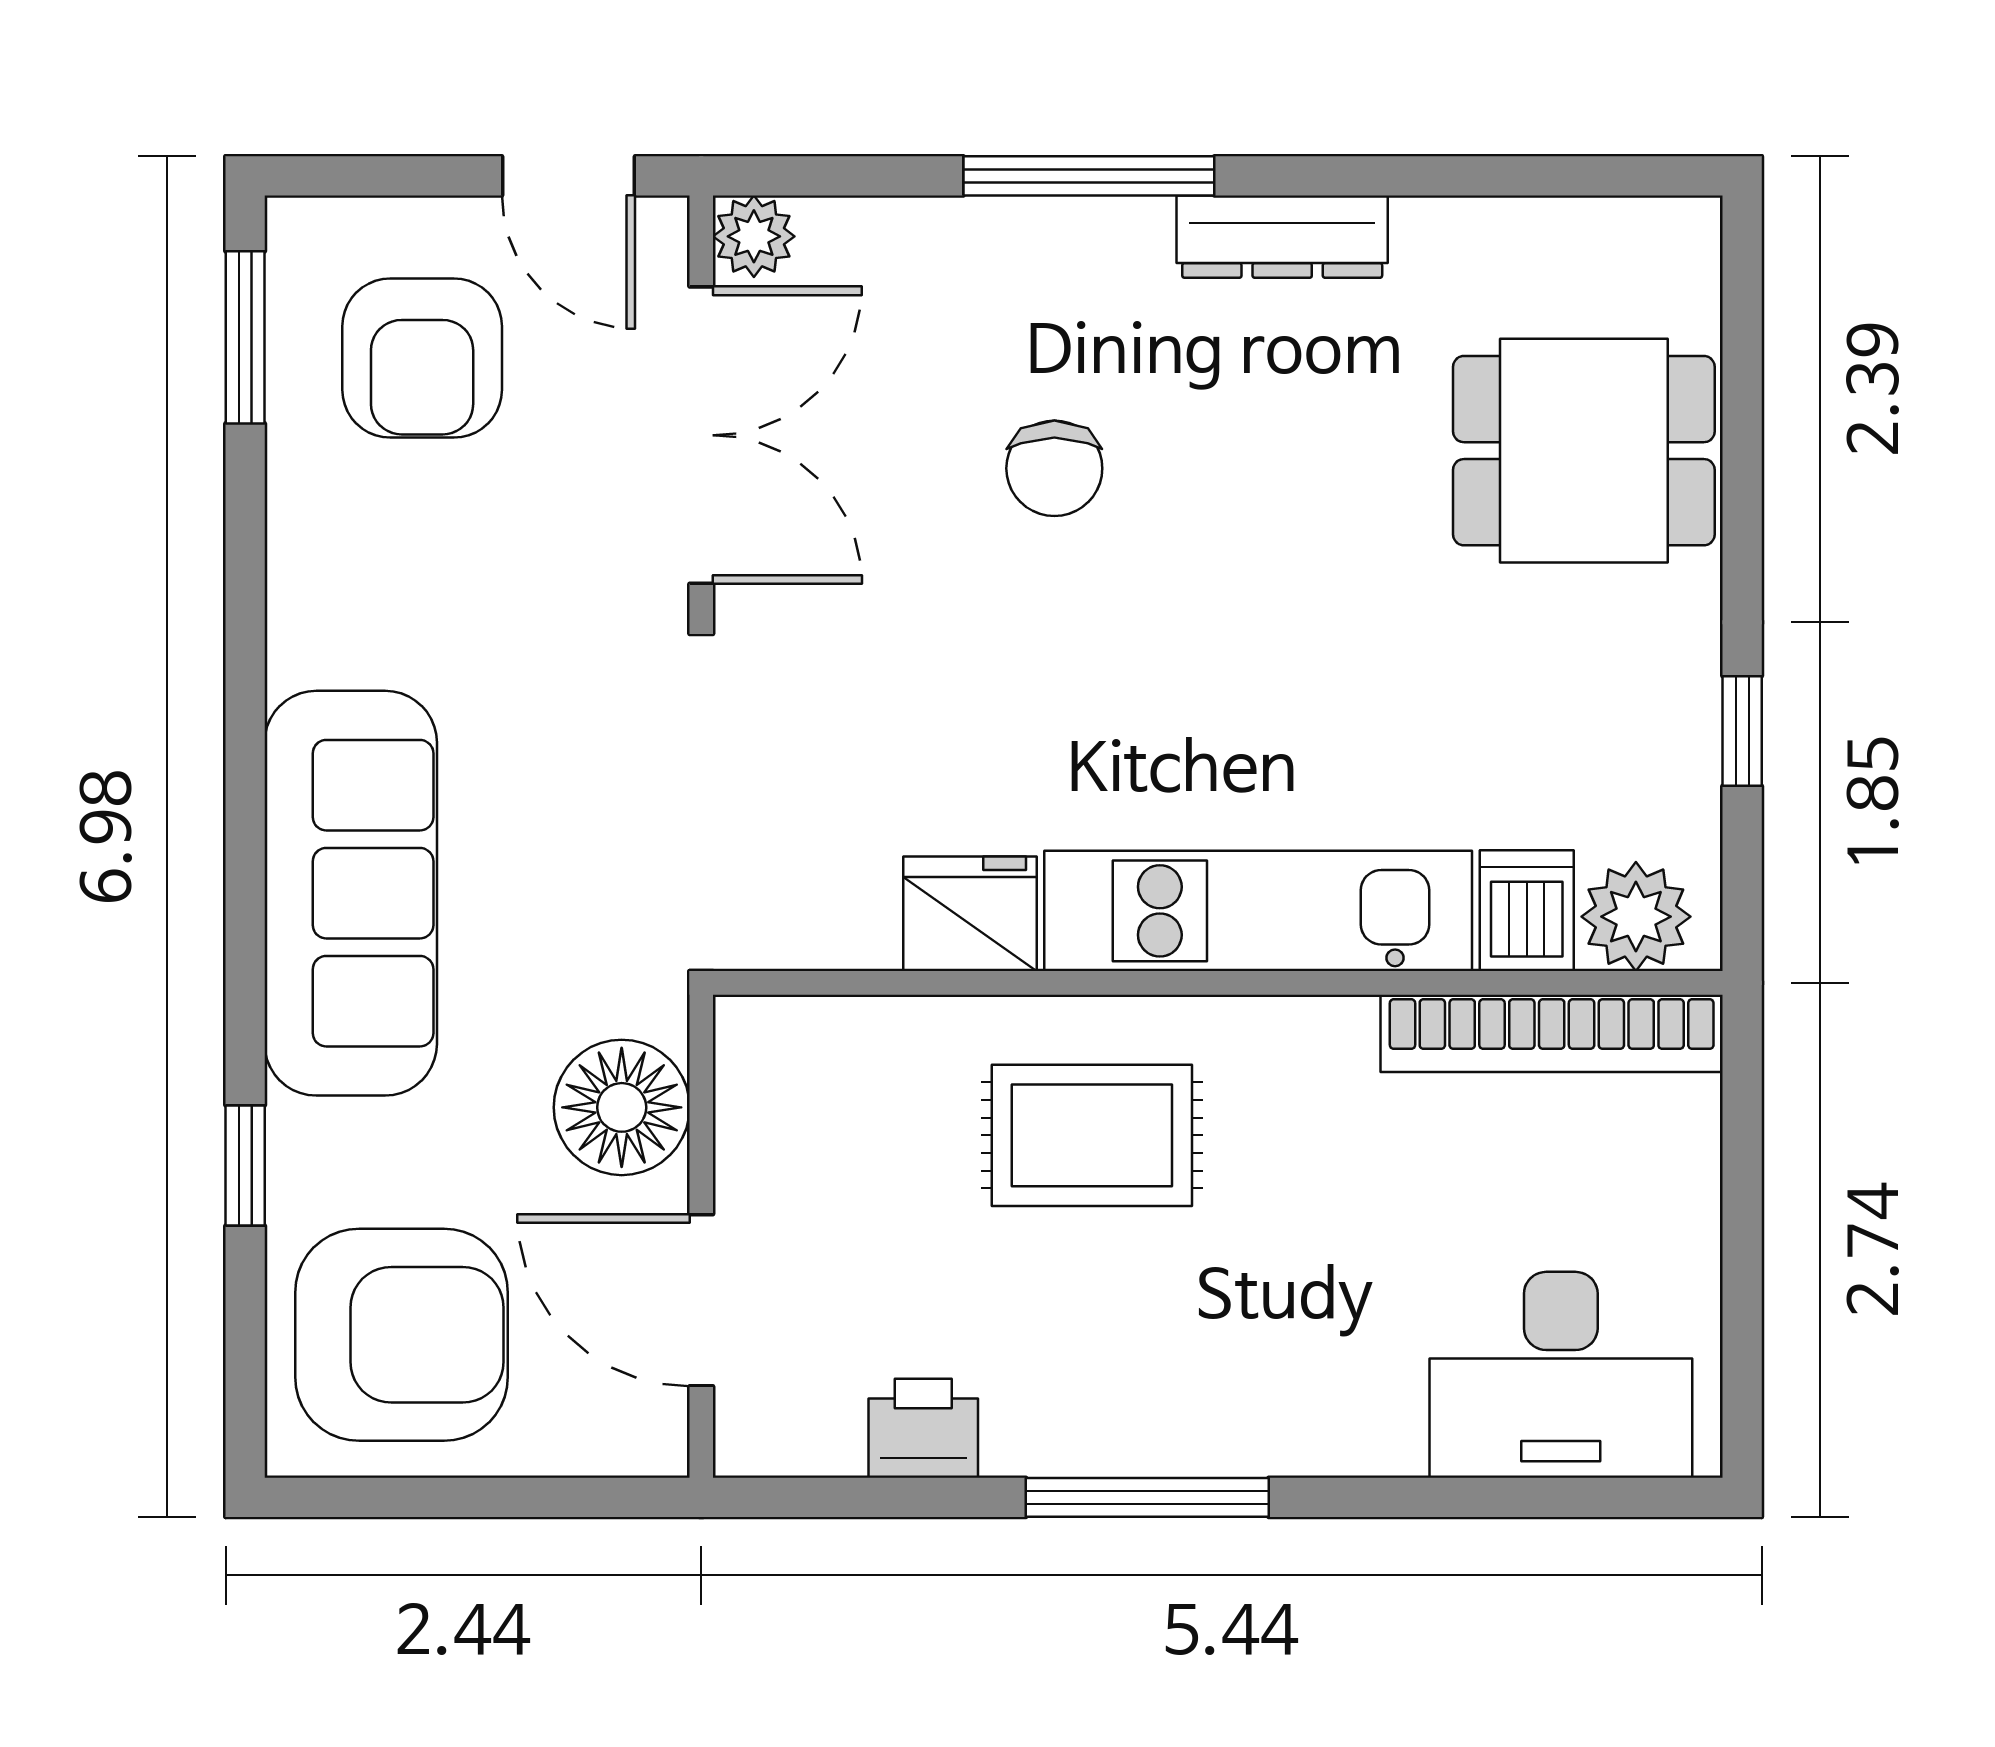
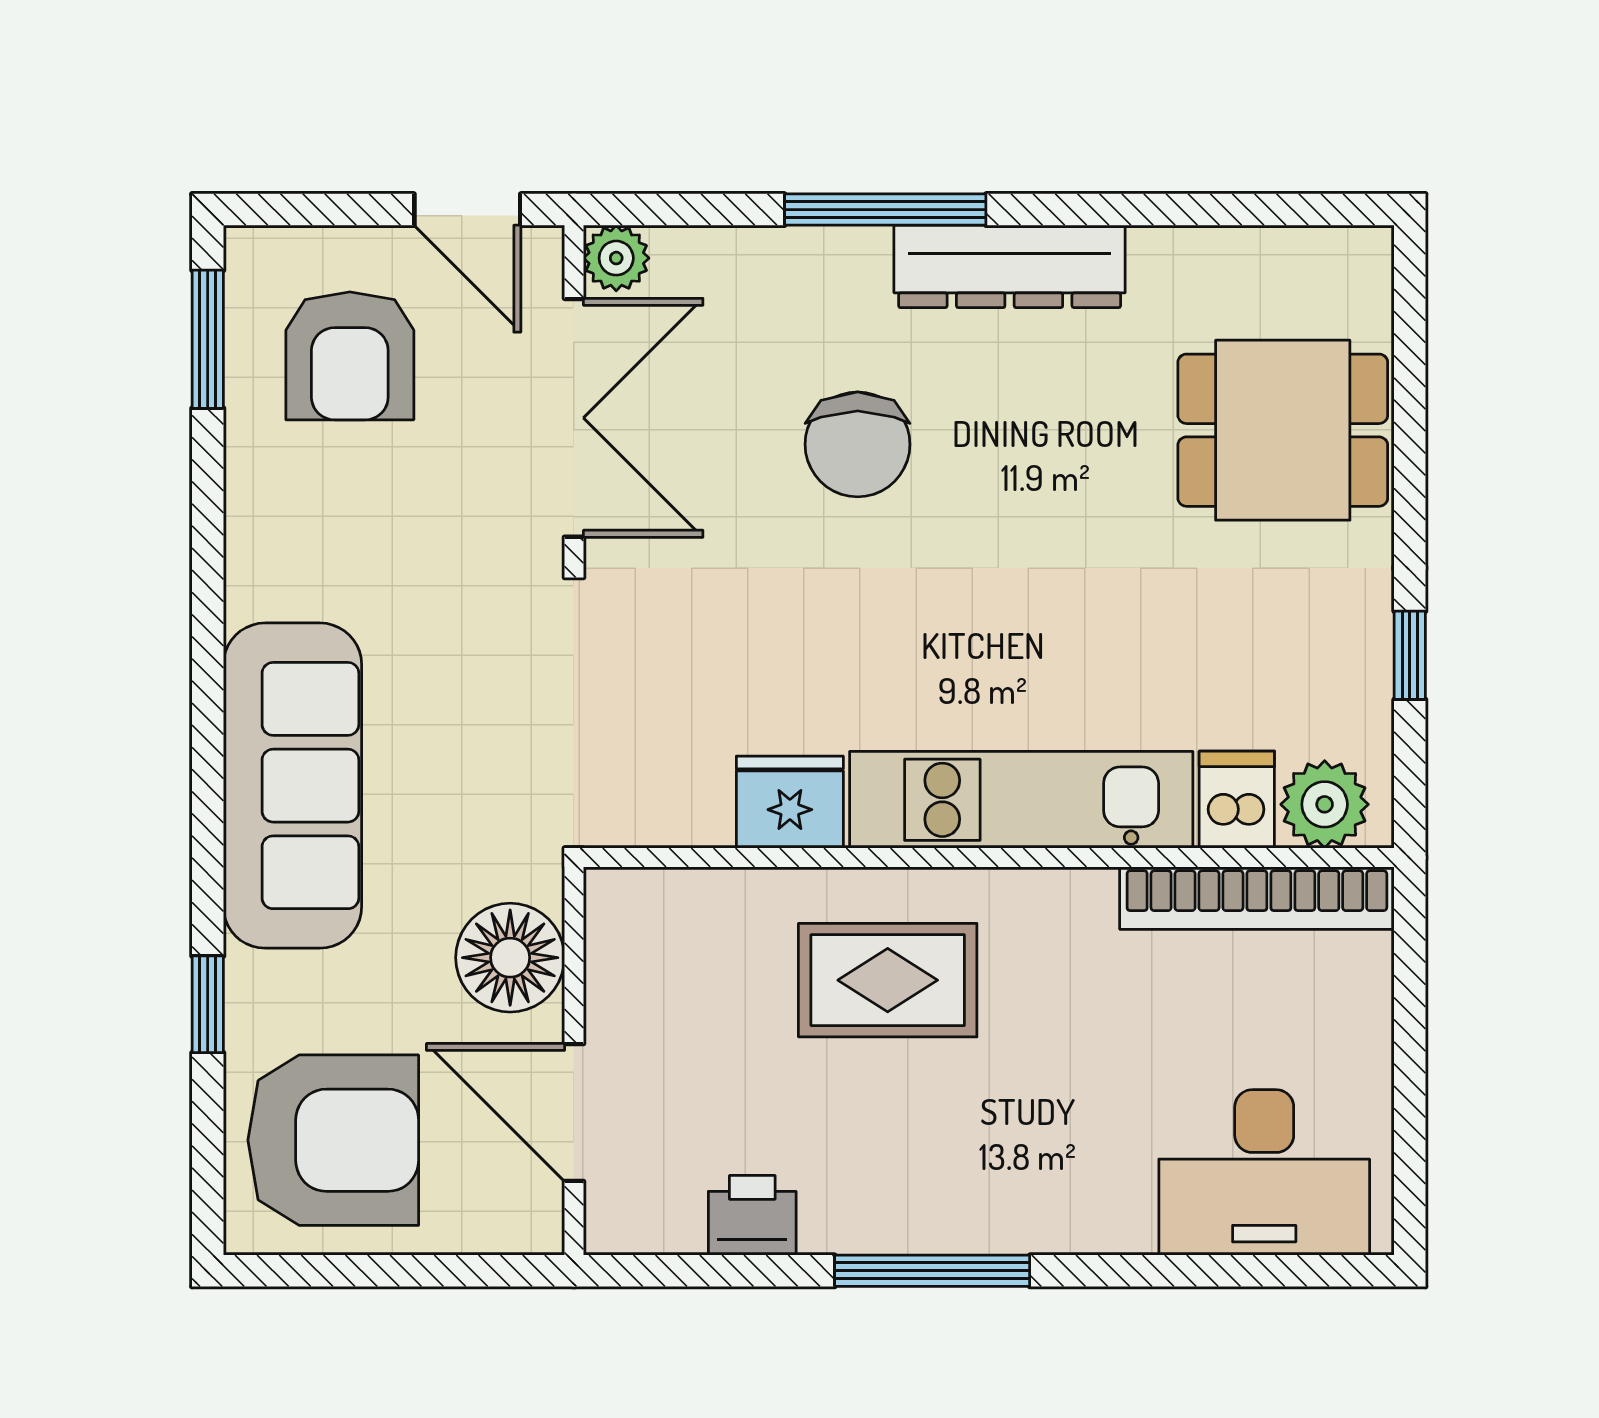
dresser: (1282, 237) -> (1010, 266), width x1.37, depth x1.24
chair: (1054, 468) -> (858, 444), width x1.37, depth x1.37

